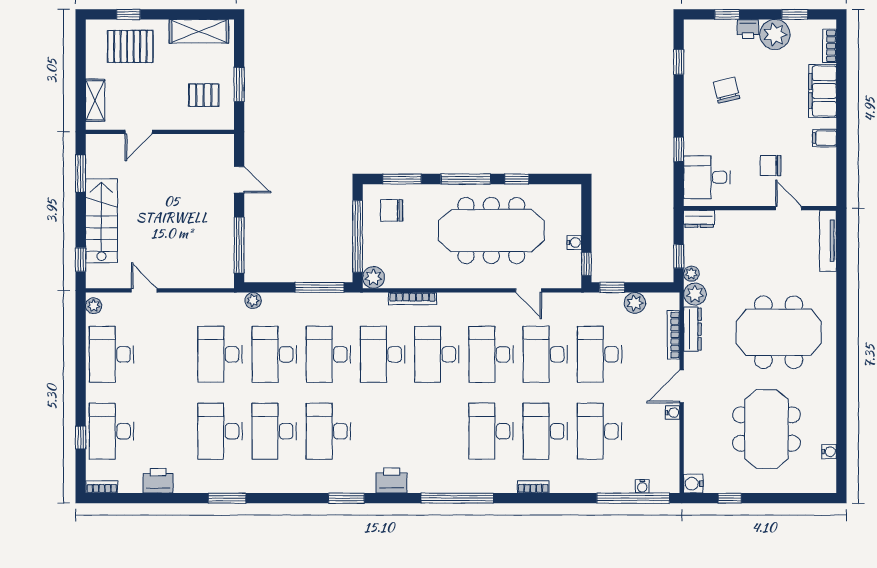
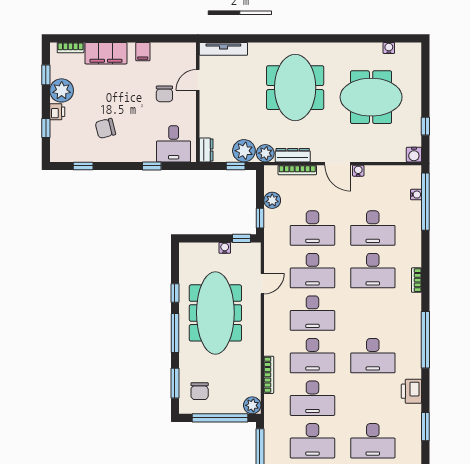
plant: (691, 274) -> (244, 151), width x1.88, depth x1.88
desk: (491, 431) -> (373, 356), moved

